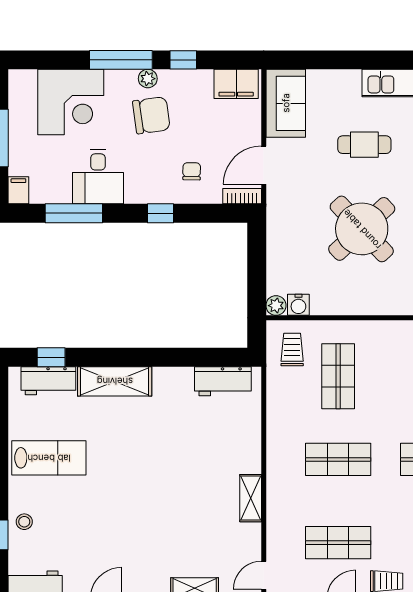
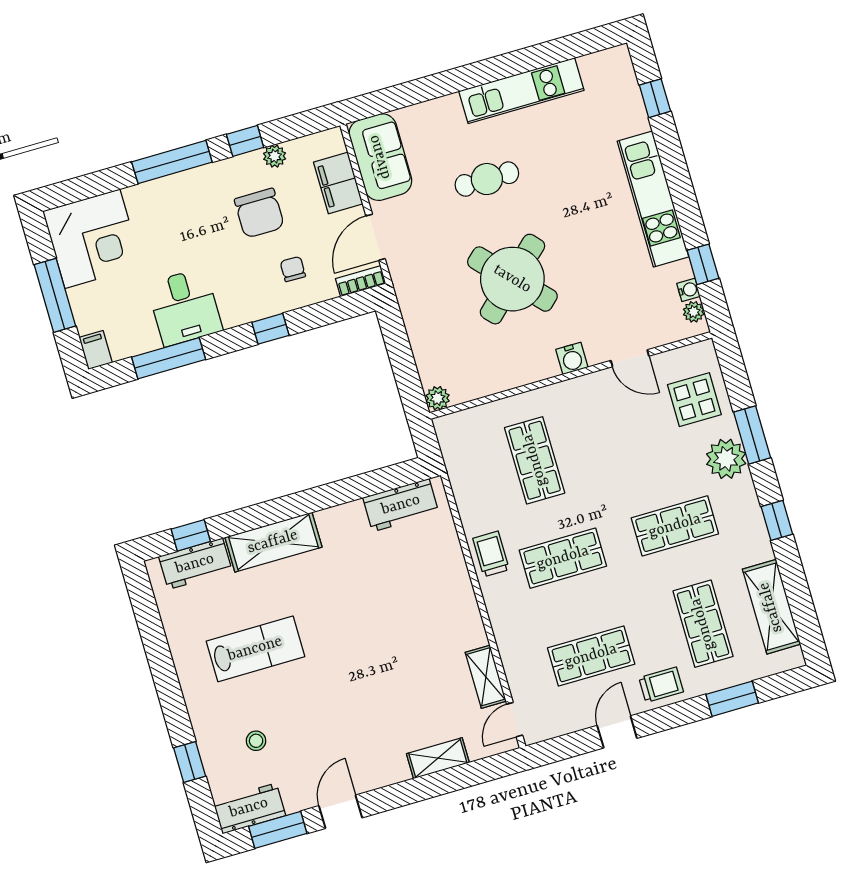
plant: (148, 79) -> (275, 156), moved
filing cabinet: (236, 84) -> (338, 183), moved, turned 90
corner desk: (71, 102) -> (92, 239), moved
chair: (151, 115) -> (259, 213), moved, turned 98
water cooler: (298, 305) -> (572, 358), moved
trolley: (292, 349) -> (491, 554), moved
lab bench: (49, 458) -> (255, 649), moved
shelving: (251, 498) -> (486, 677), moved
stool: (24, 522) -> (256, 741), moved

